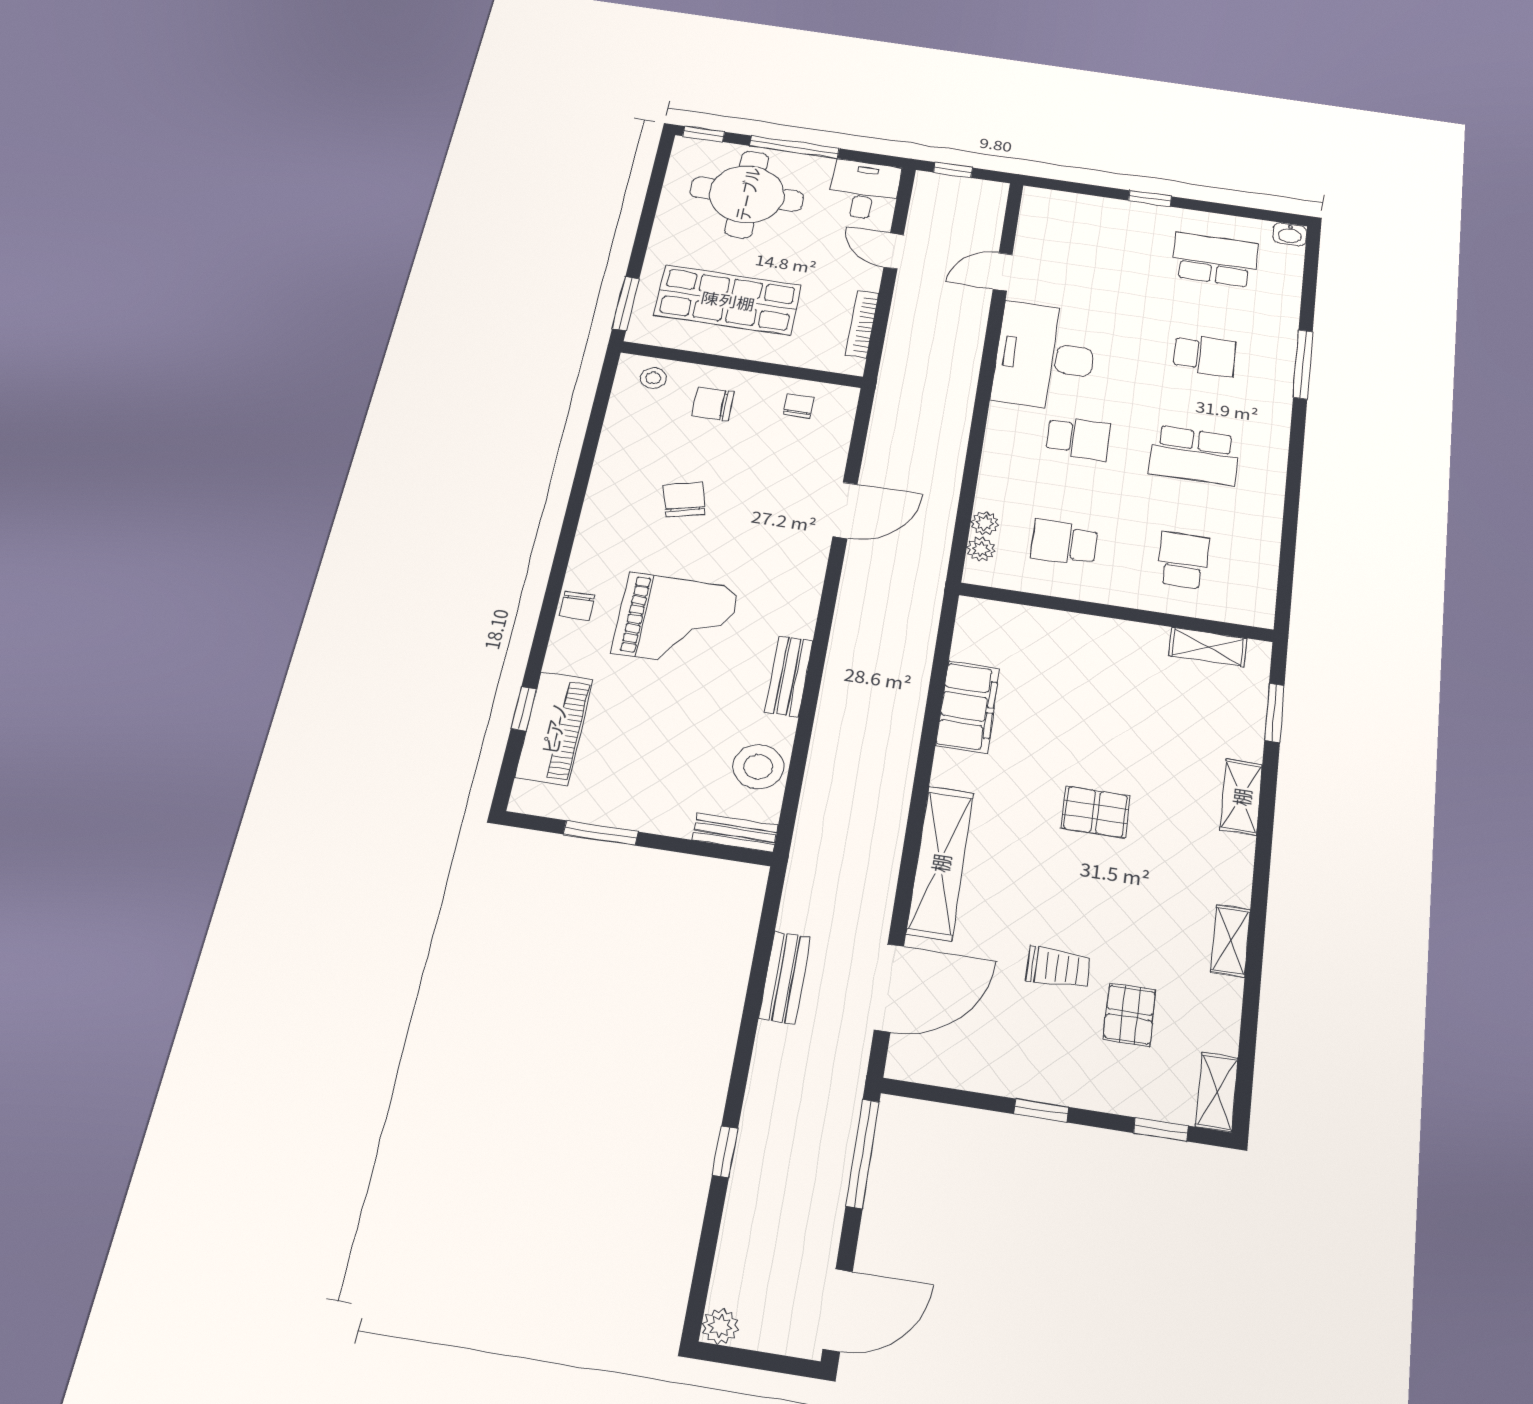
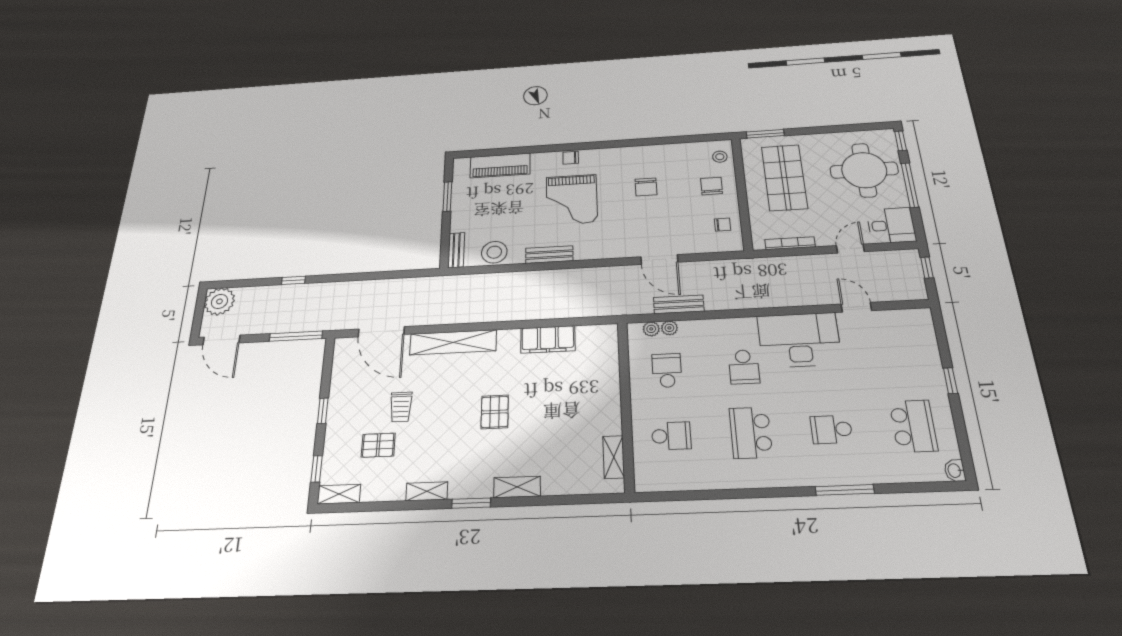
school desk: (1205, 355) -> (831, 429), turned 90
chair: (684, 499) -> (646, 187), turned 105
window: (524, 709) -> (508, 151), removed
window: (1274, 713) -> (471, 503), moved
bench: (785, 978) -> (679, 304), moved
plant: (720, 1326) -> (219, 301), width x1.87, depth x1.87

